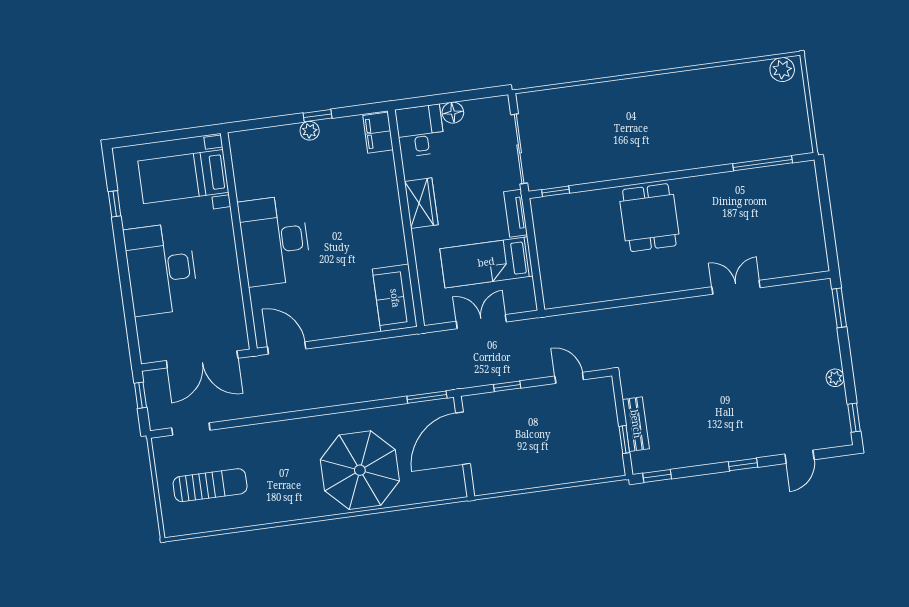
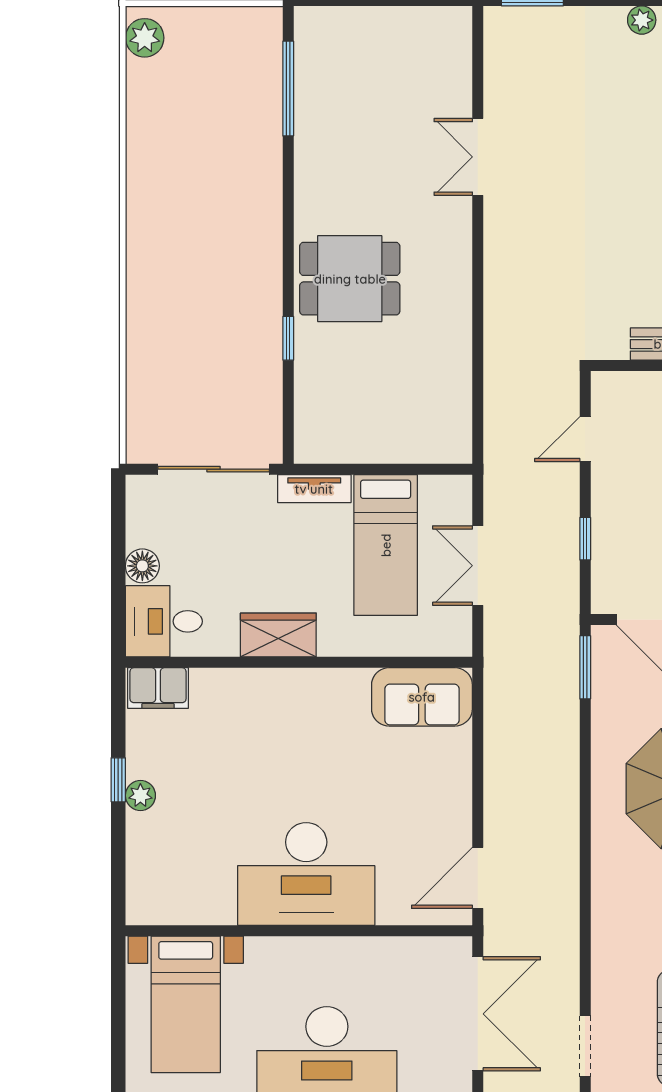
window: (556, 191) -> (288, 338), moved

